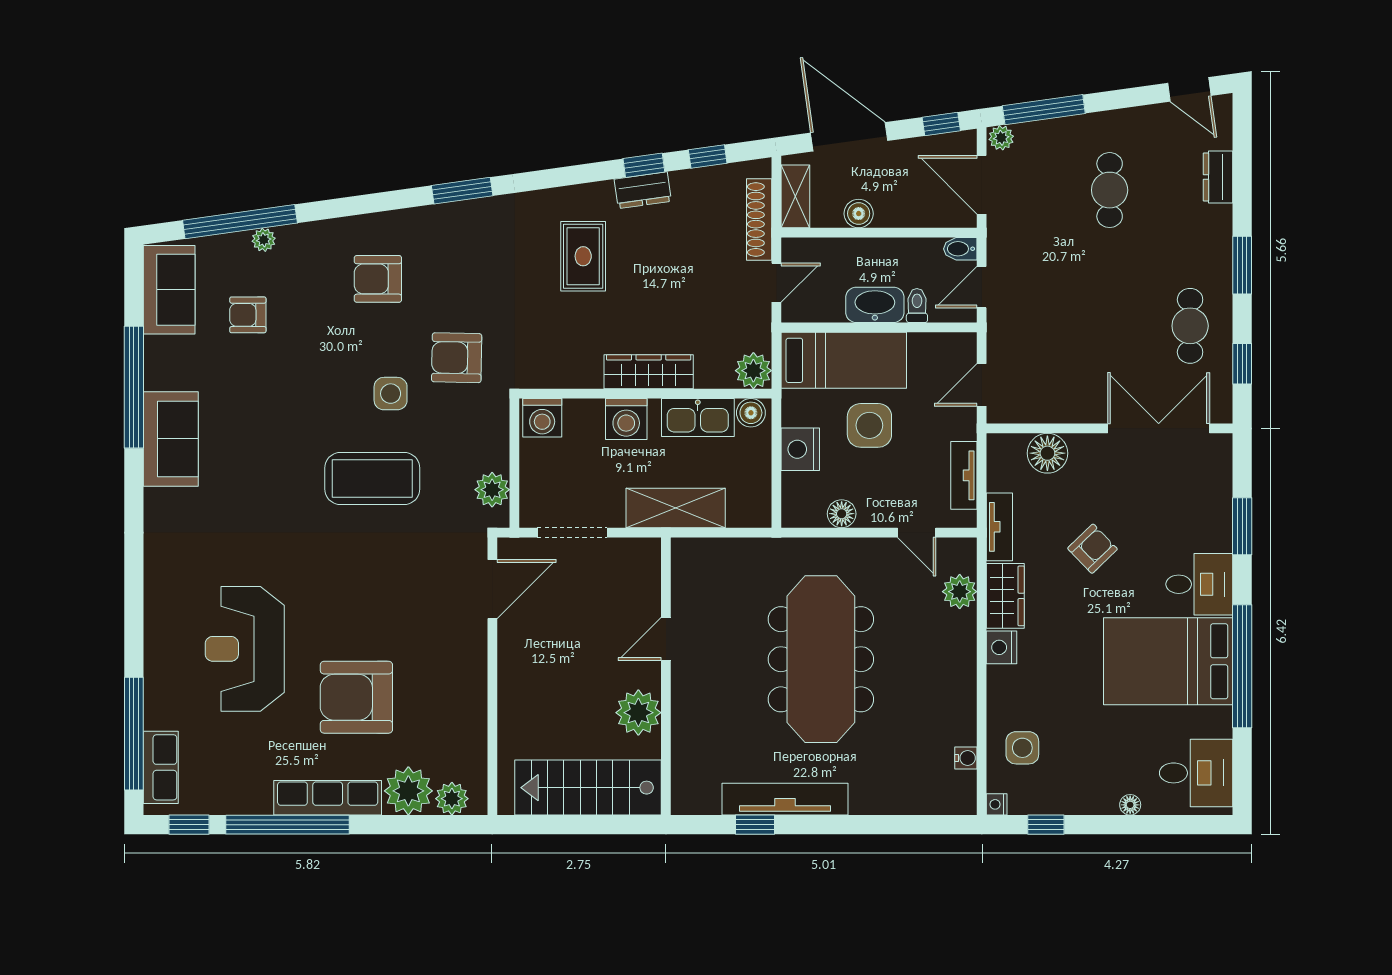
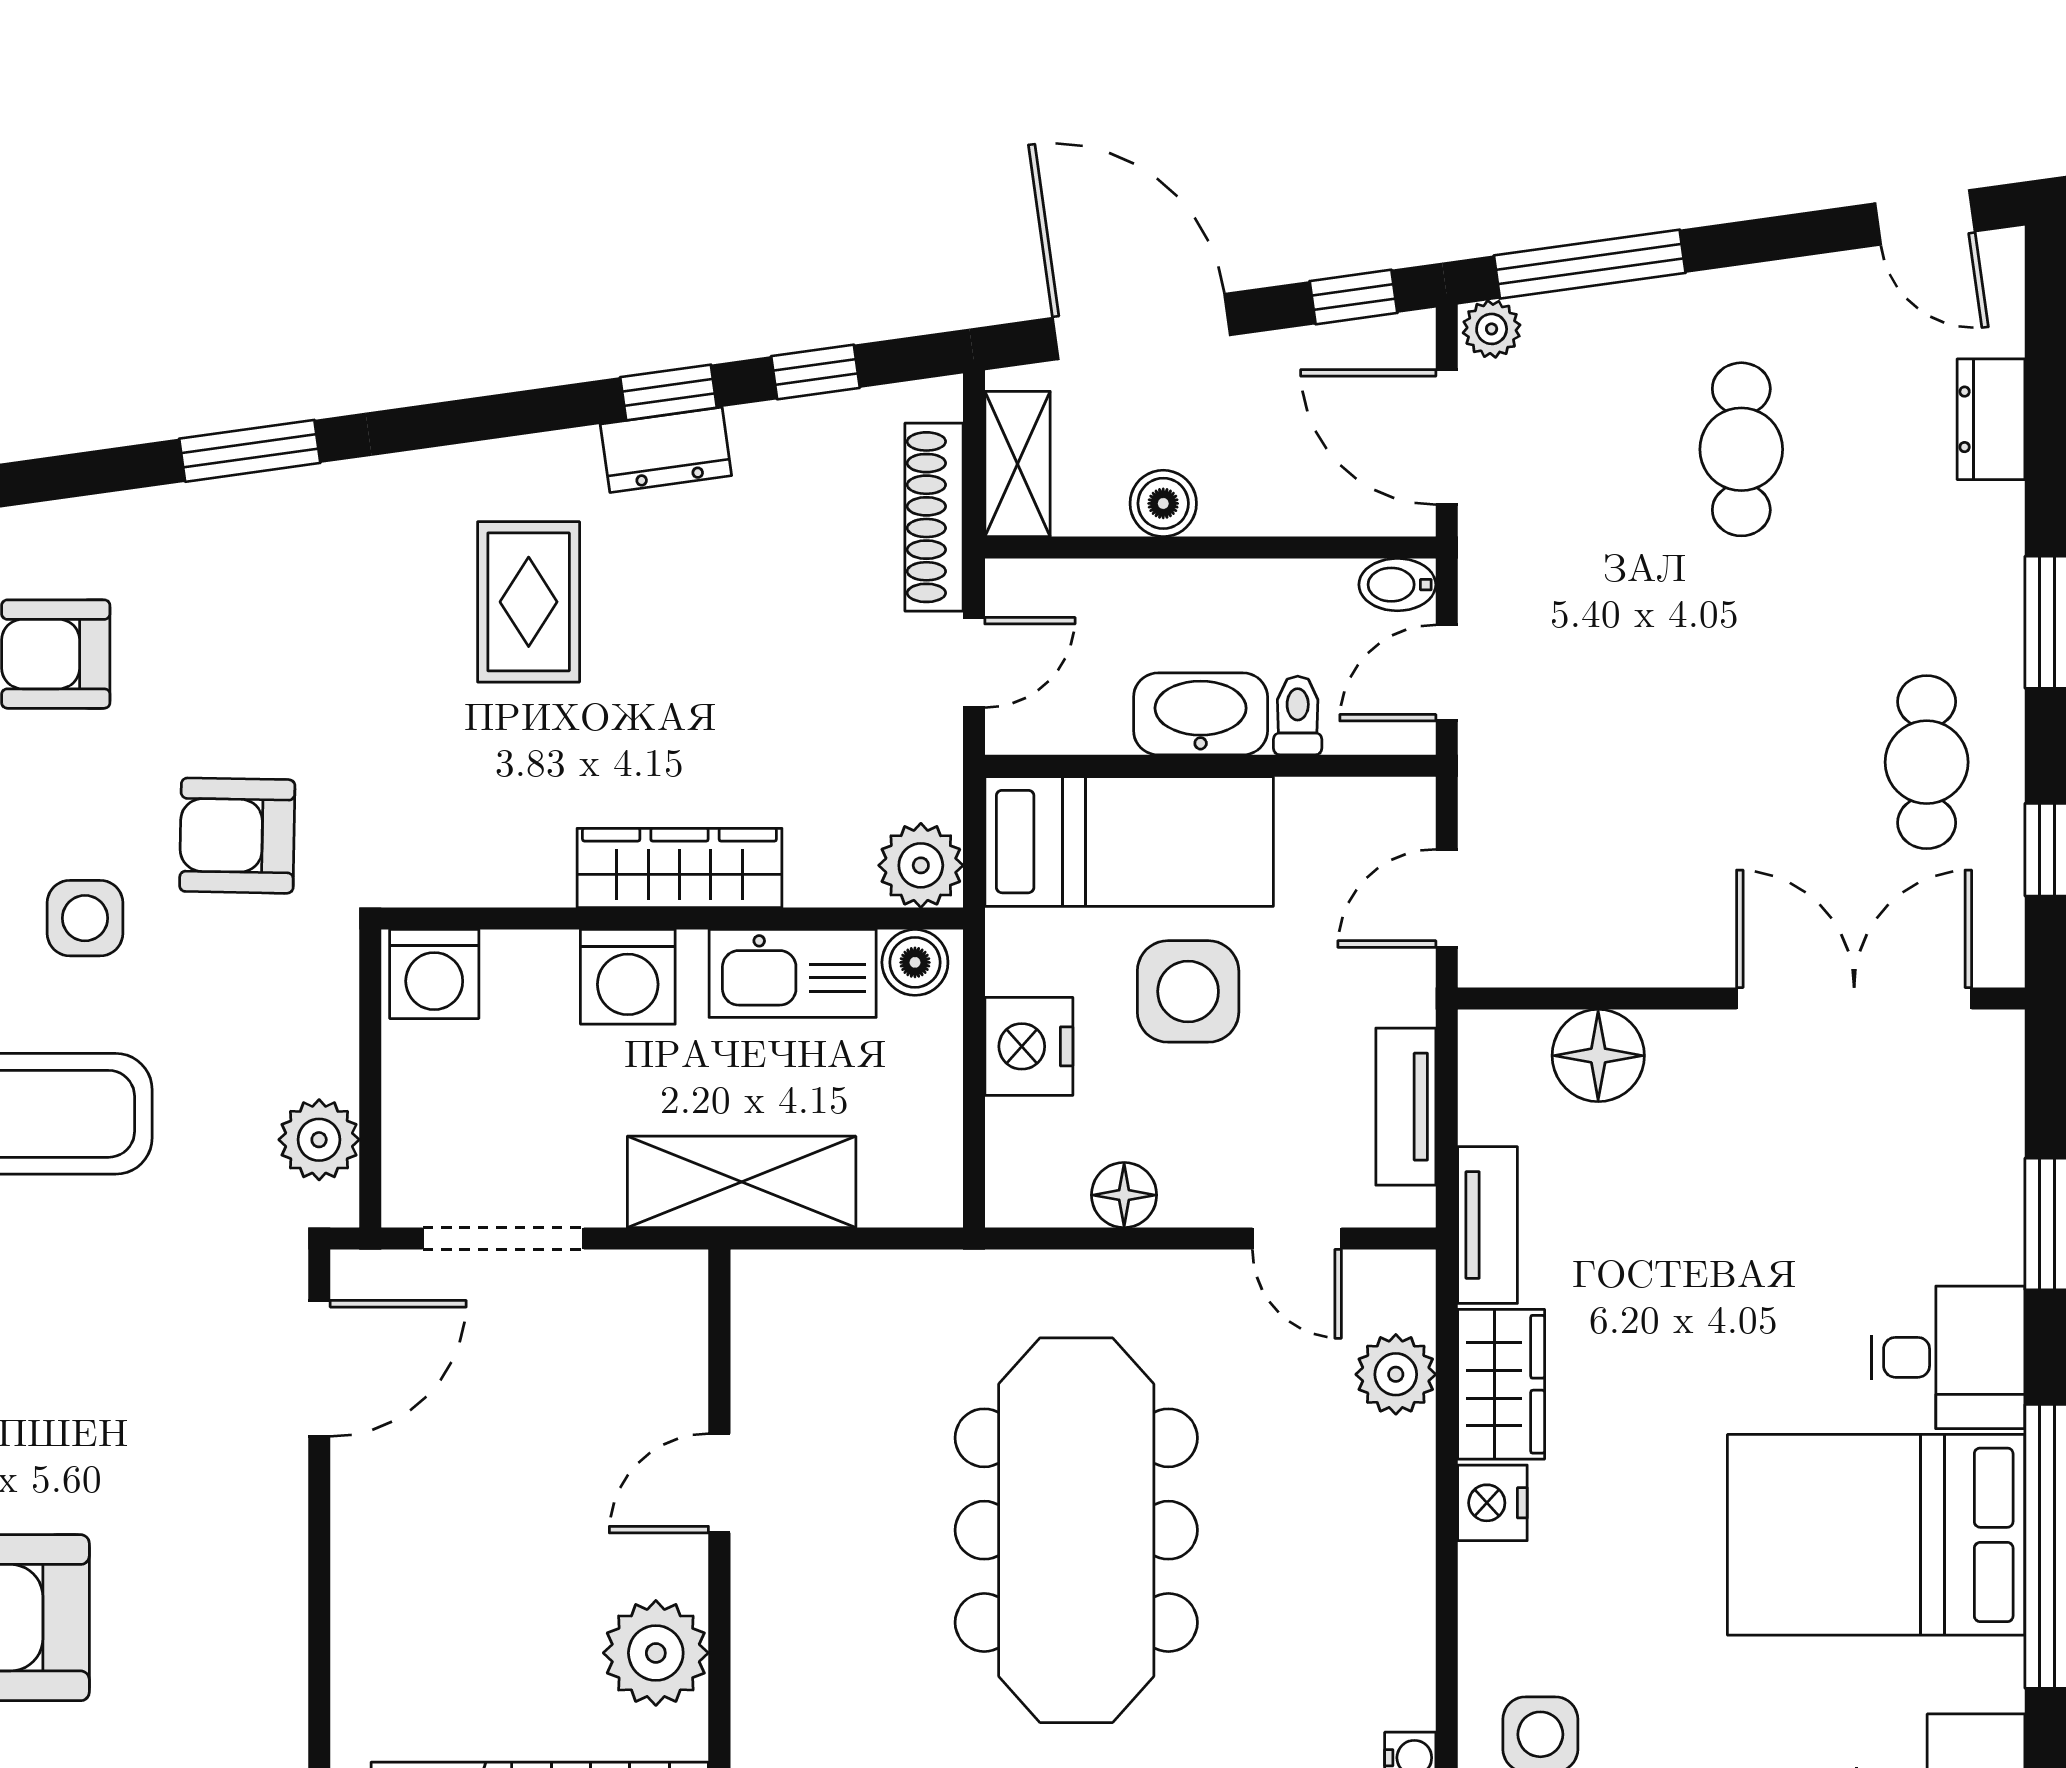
armchair: (1092, 549) -> (1702, 1276), removed

